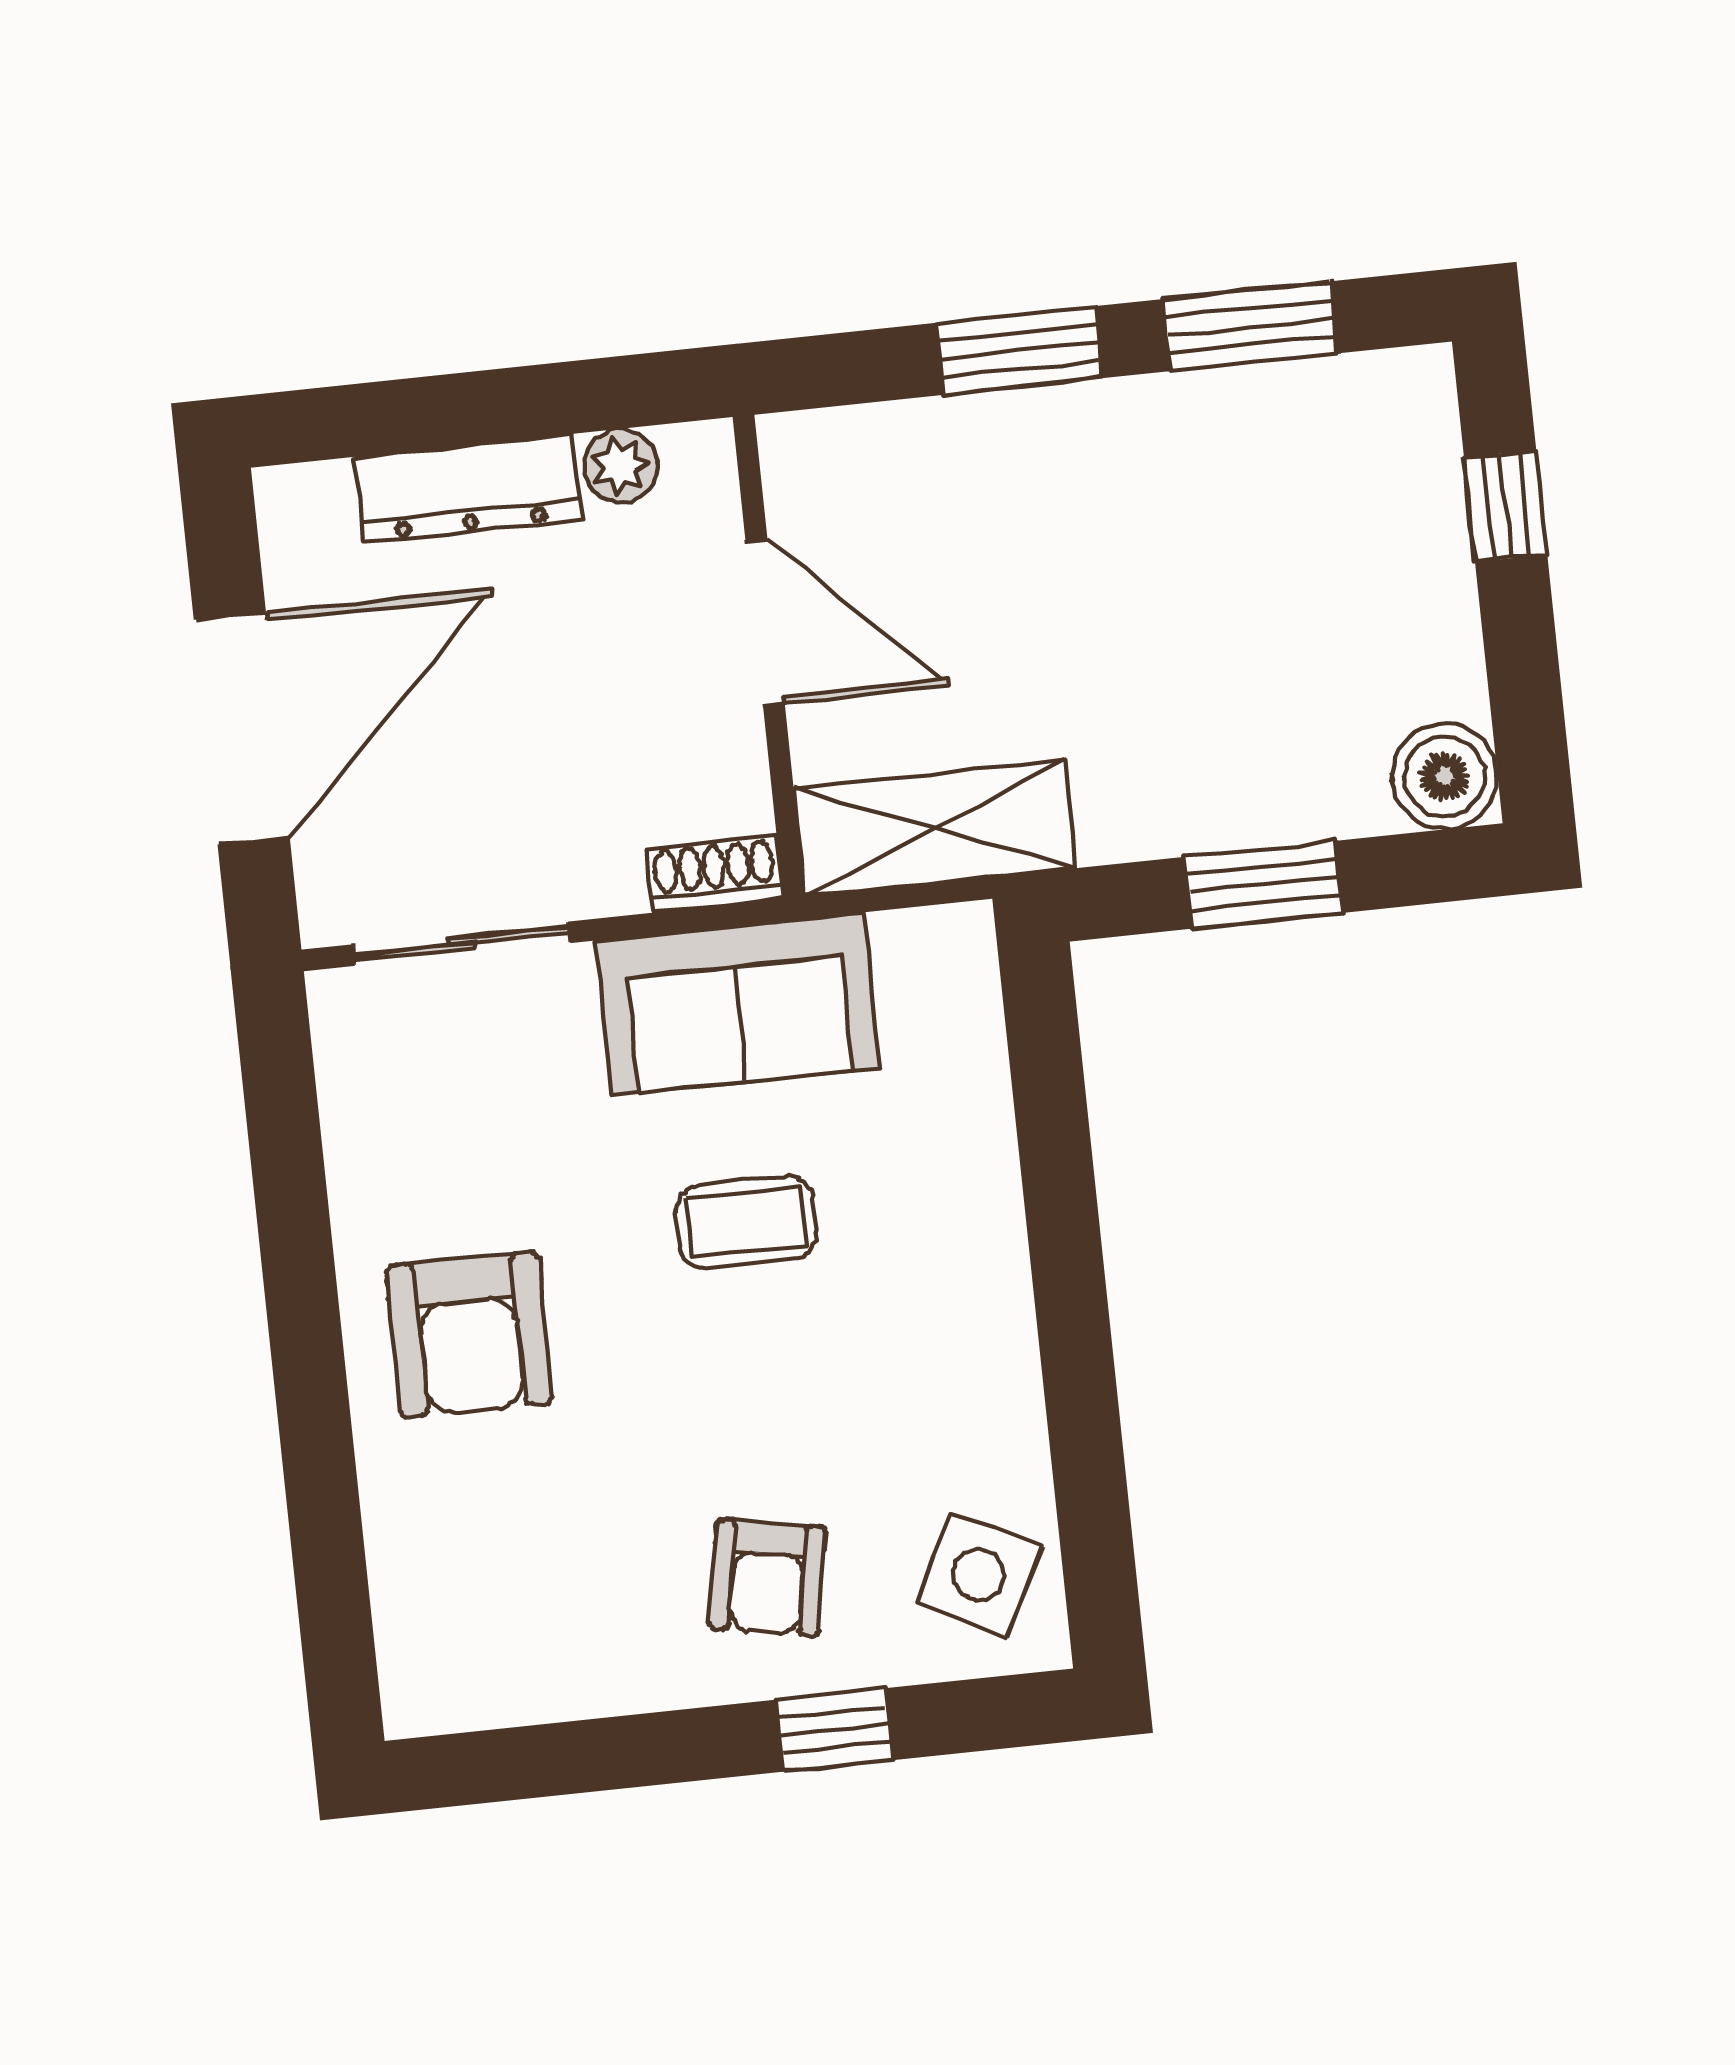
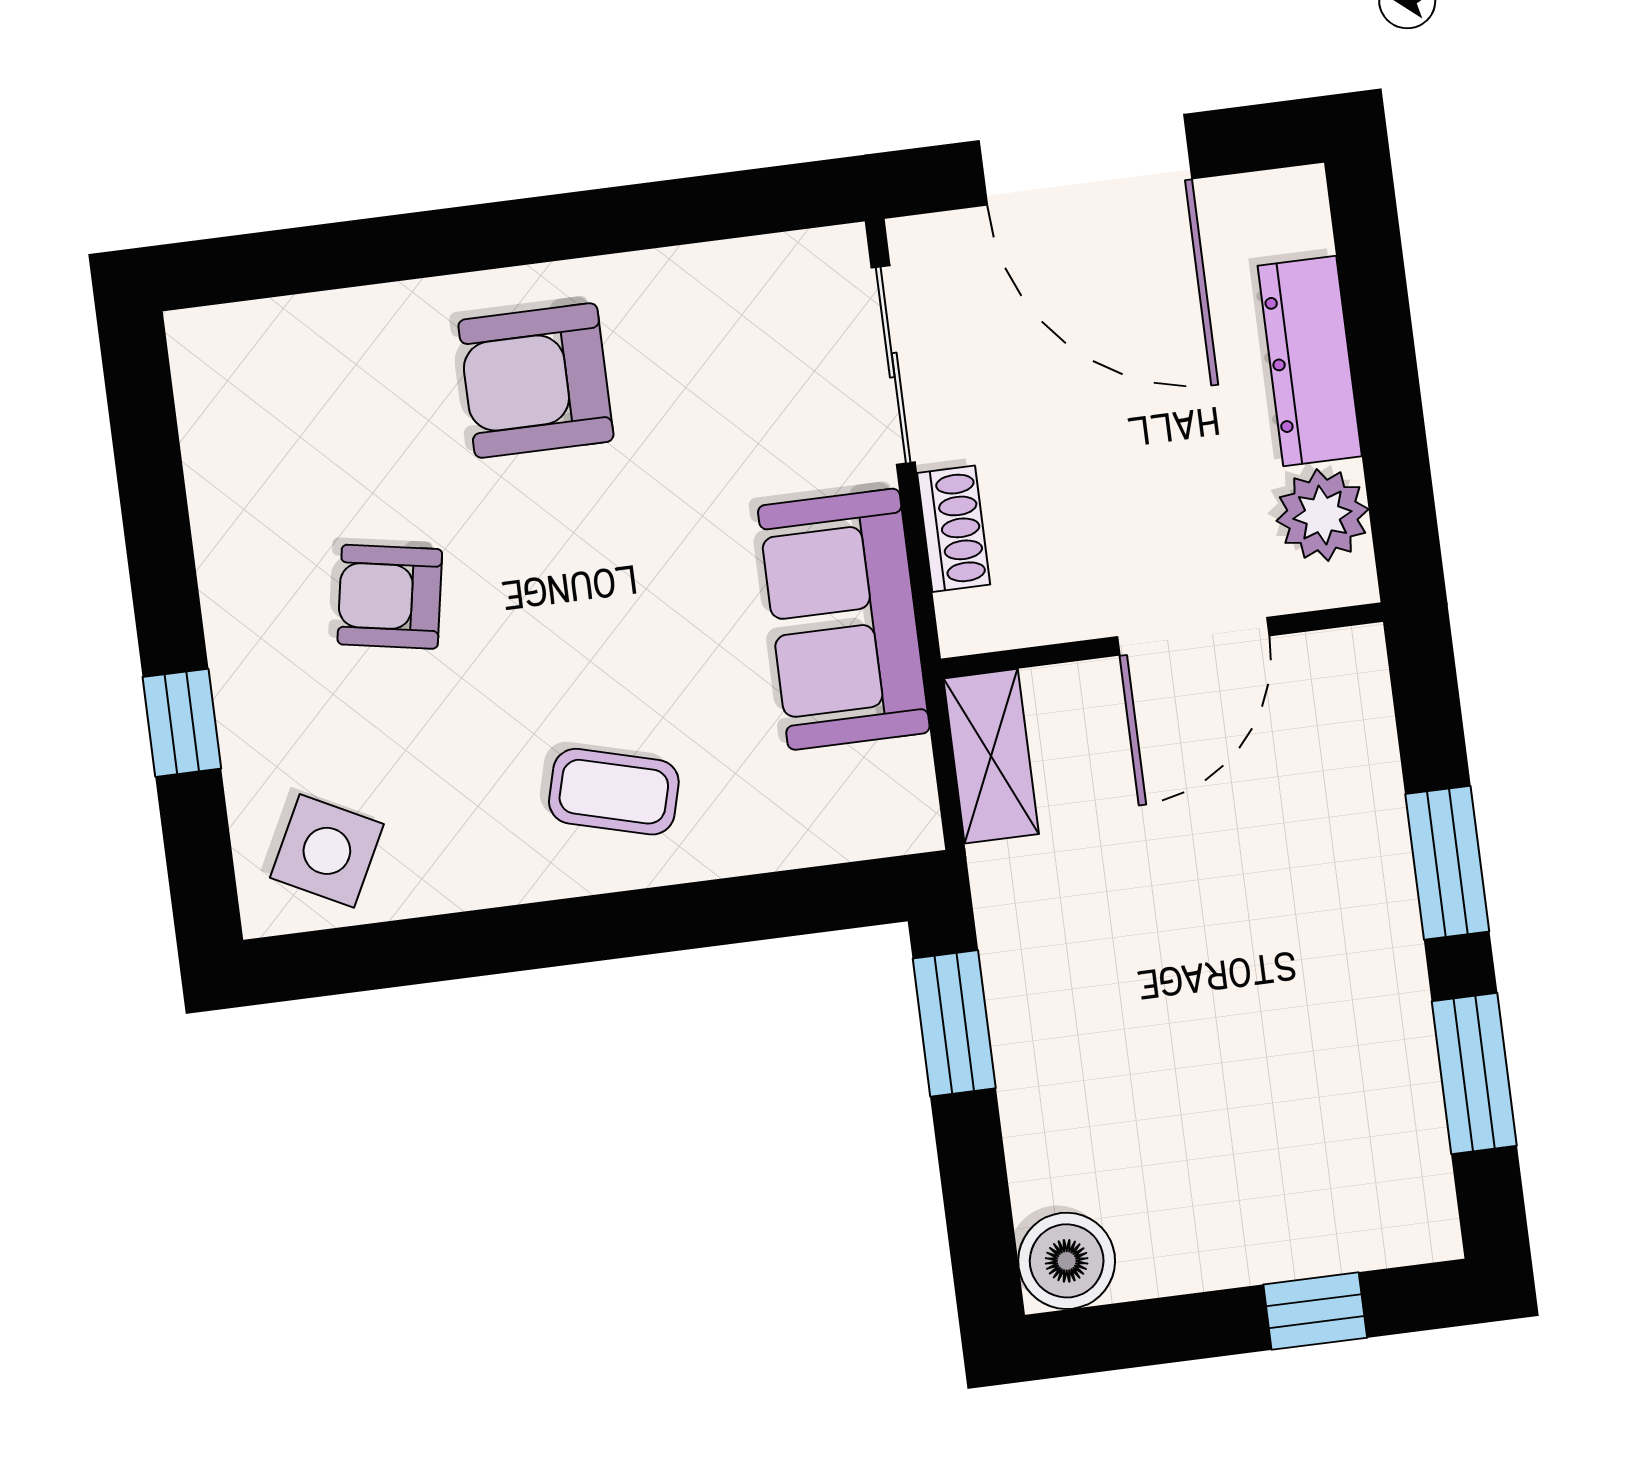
plant: (621, 466) -> (1322, 515), width x1.38, depth x1.38
shelving: (935, 828) -> (991, 756), width x0.67, depth x0.75
shoe rack: (715, 874) -> (954, 529), moved
window: (1264, 885) -> (954, 1023), moved
coffee table: (746, 1222) -> (614, 792), moved, turned -75
armchair: (768, 1578) -> (390, 597), moved

